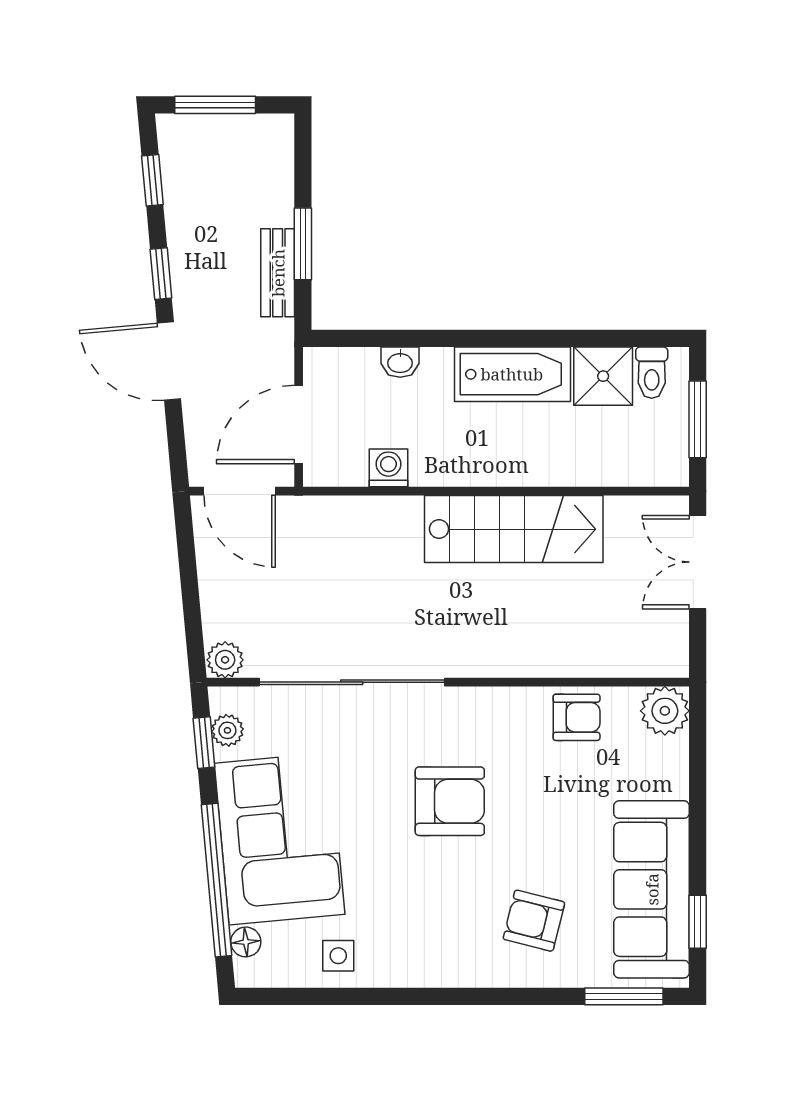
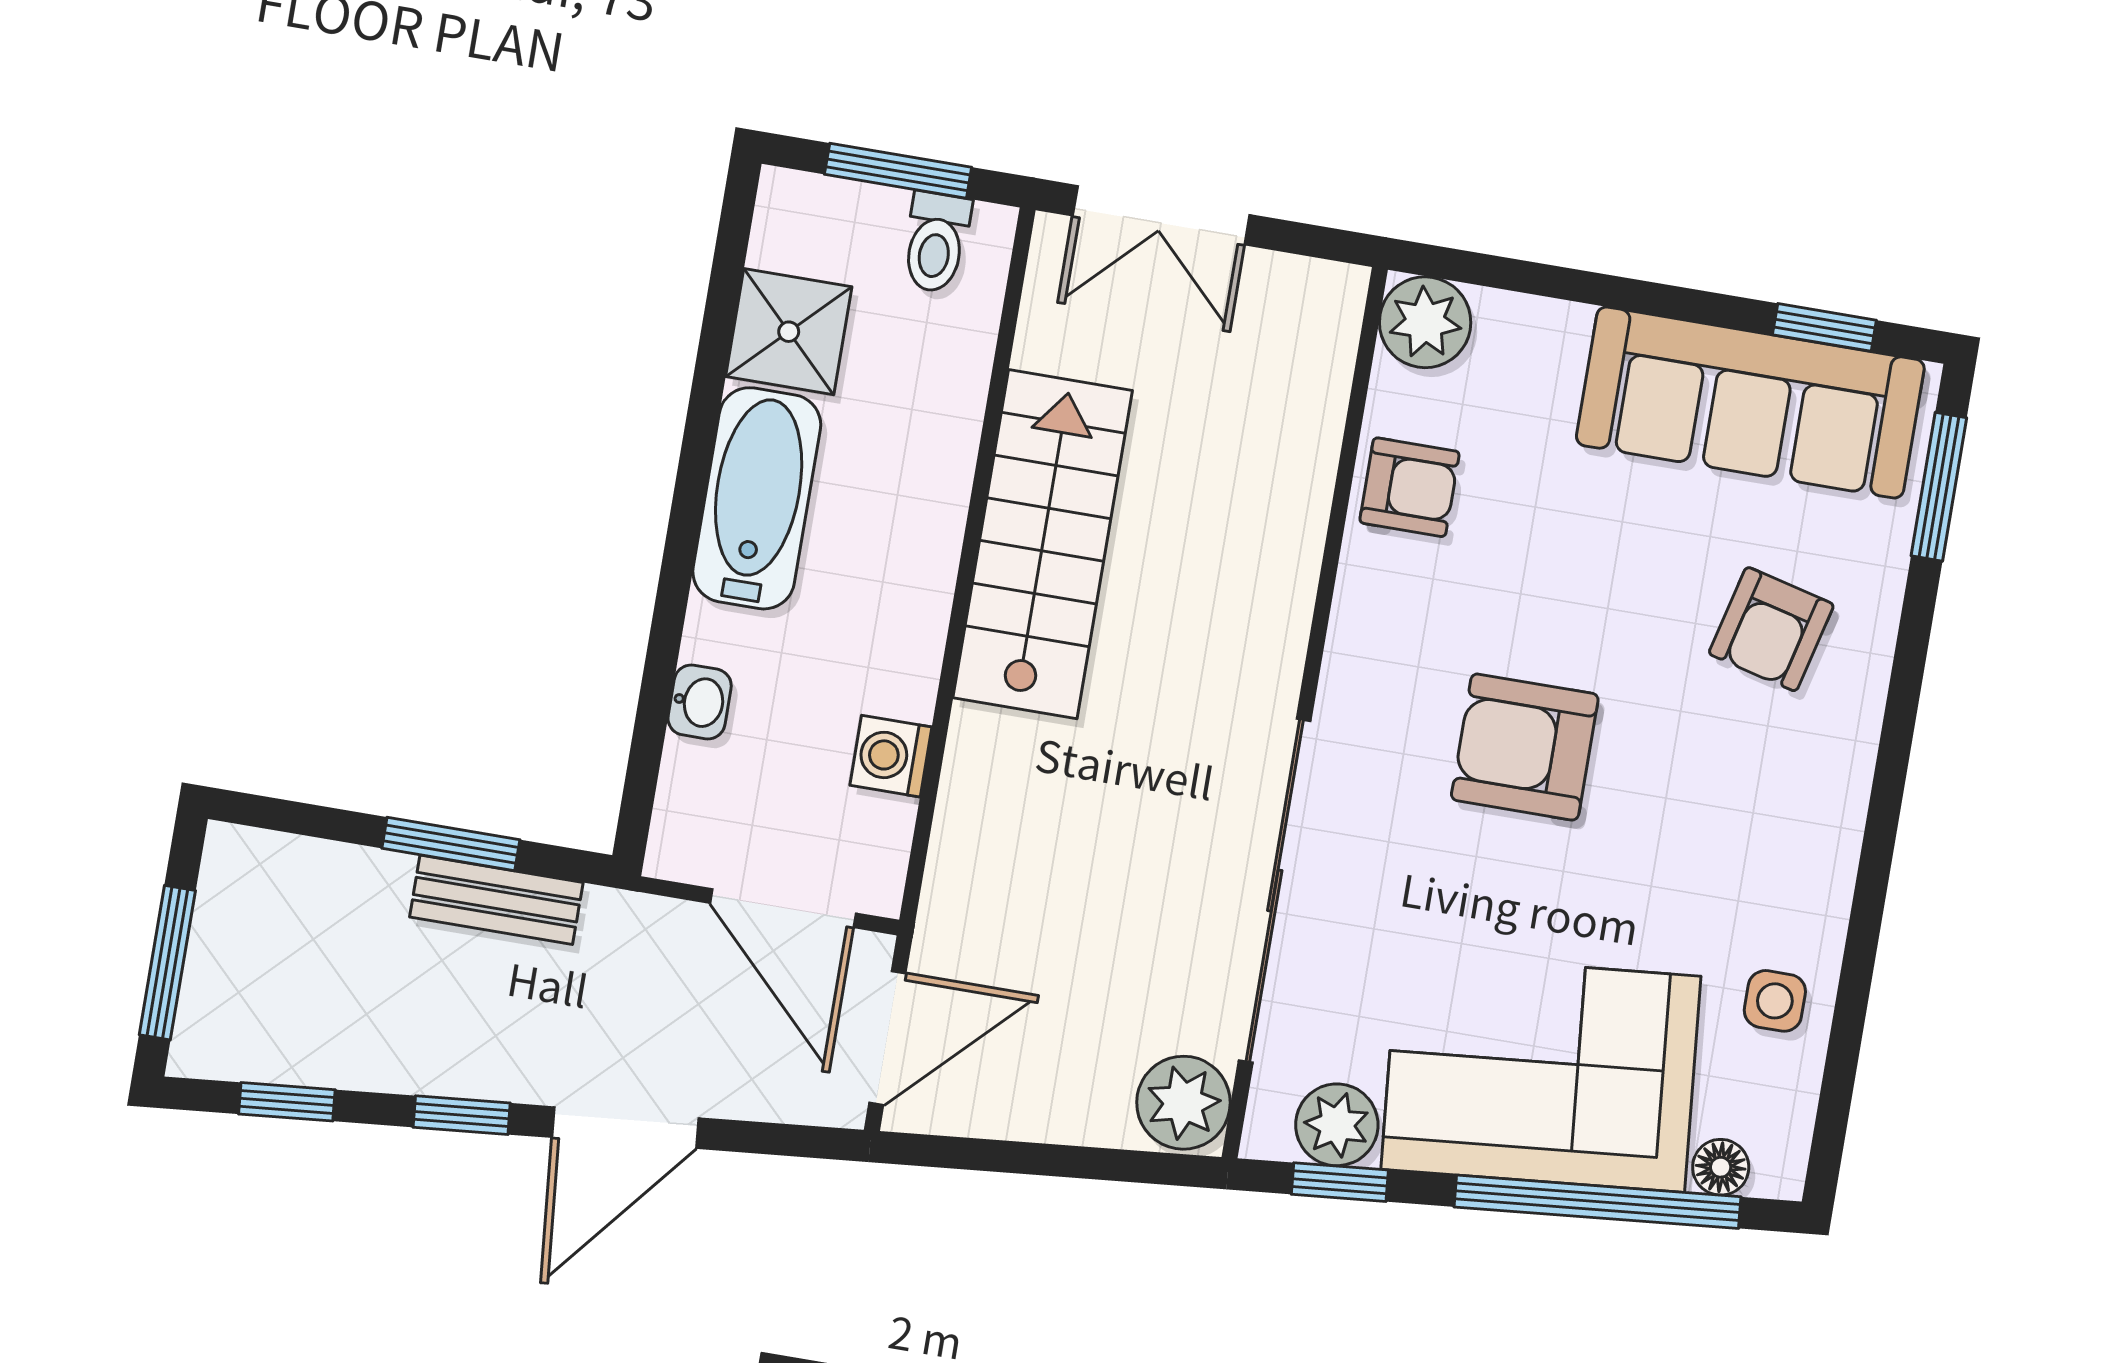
toilet: (652, 373) -> (936, 242), moved, turned 90
plant: (225, 660) -> (1183, 1103), width x1.38, depth x1.38
armchair: (577, 717) -> (1410, 487), turned 90
plant: (227, 730) -> (1337, 1125), width x1.38, depth x1.38
armchair: (450, 801) -> (1525, 747), turned -90

